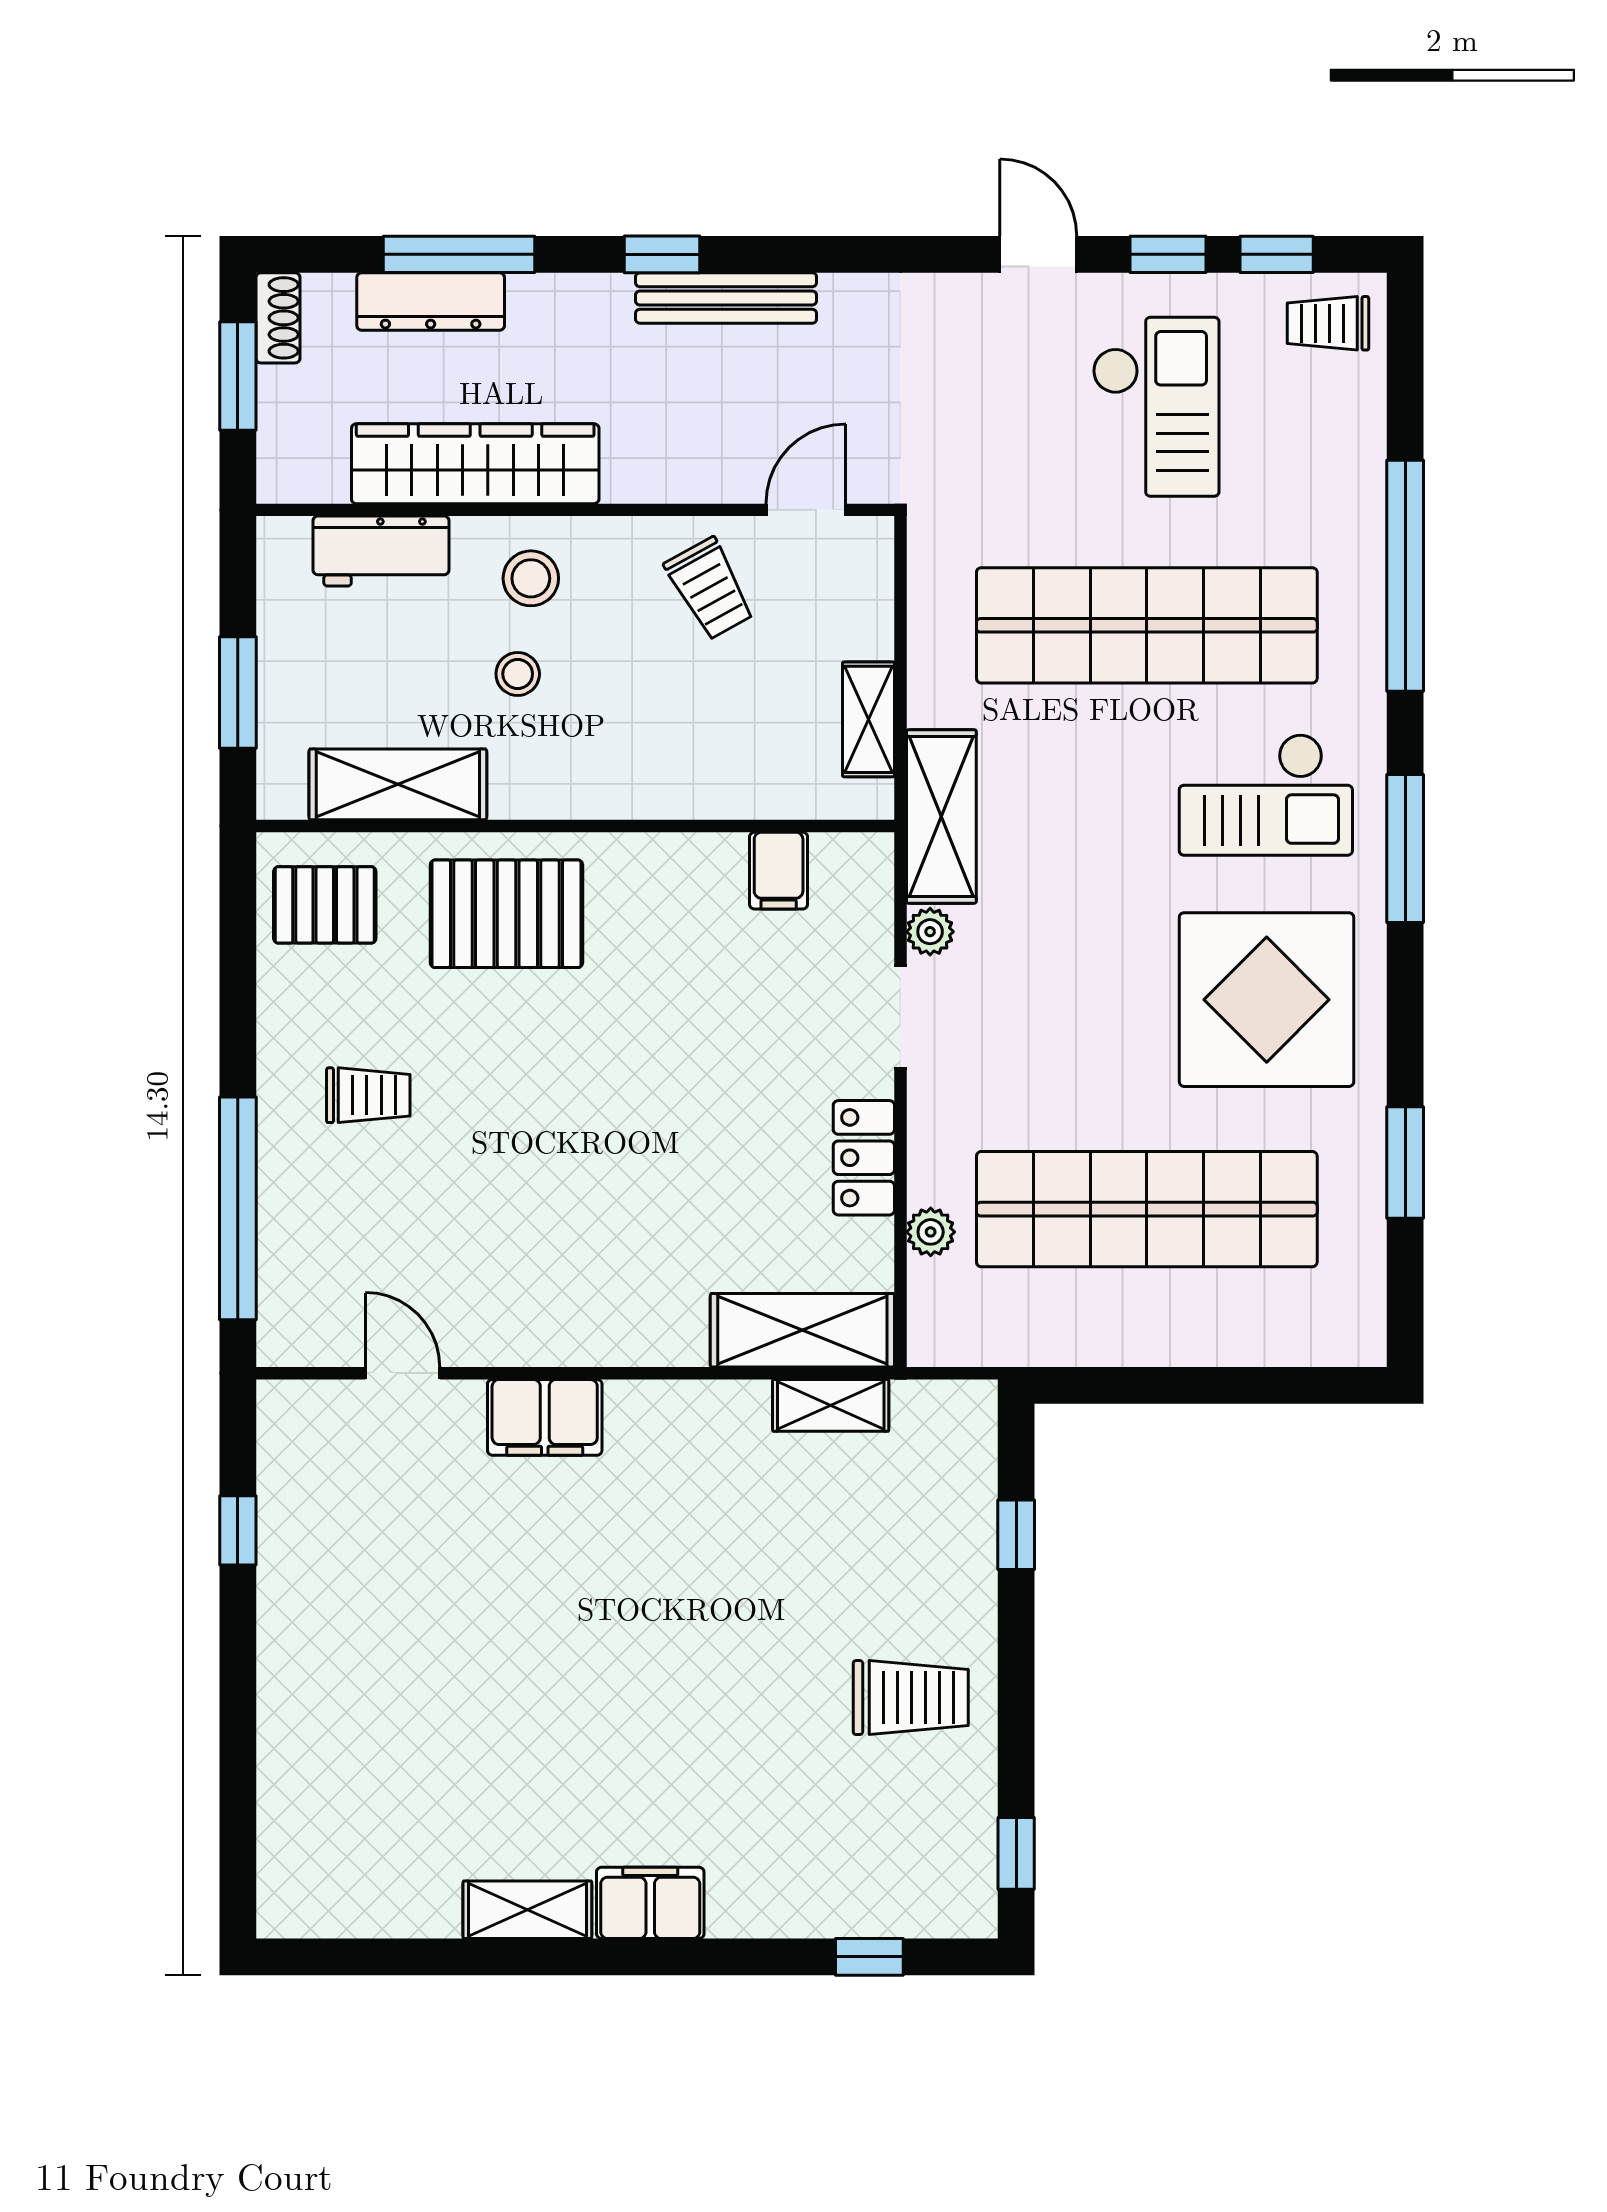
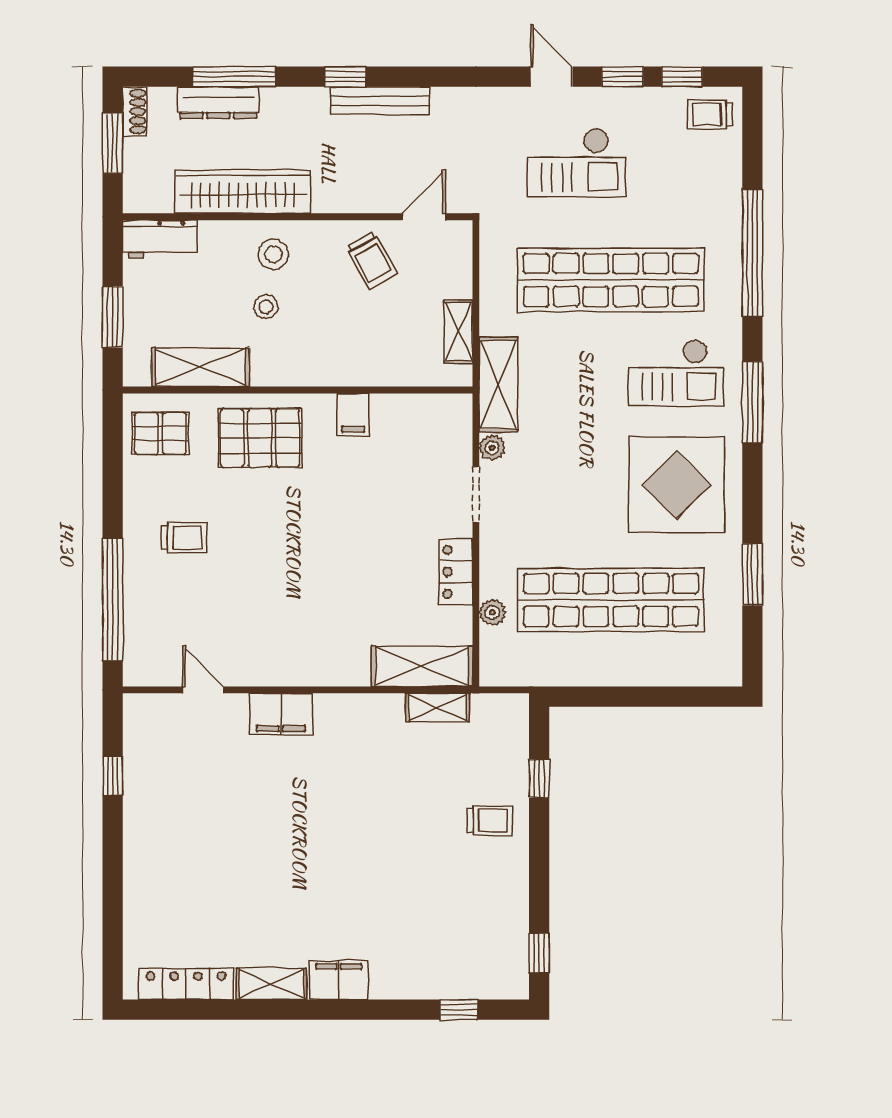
checkout: (1156, 407) -> (576, 163), moved, turned 90
workbench: (381, 551) -> (160, 239), moved
filing cabinet: (779, 871) -> (353, 414), moved
trolley: (911, 1698) -> (490, 821), moved, width x0.73, depth x0.72
locker: (372, 1910) -> (186, 984), added

